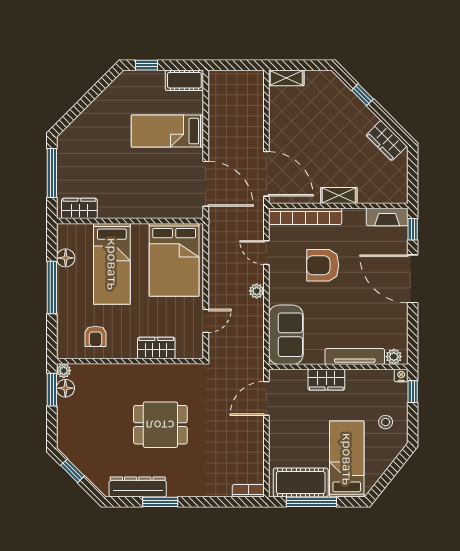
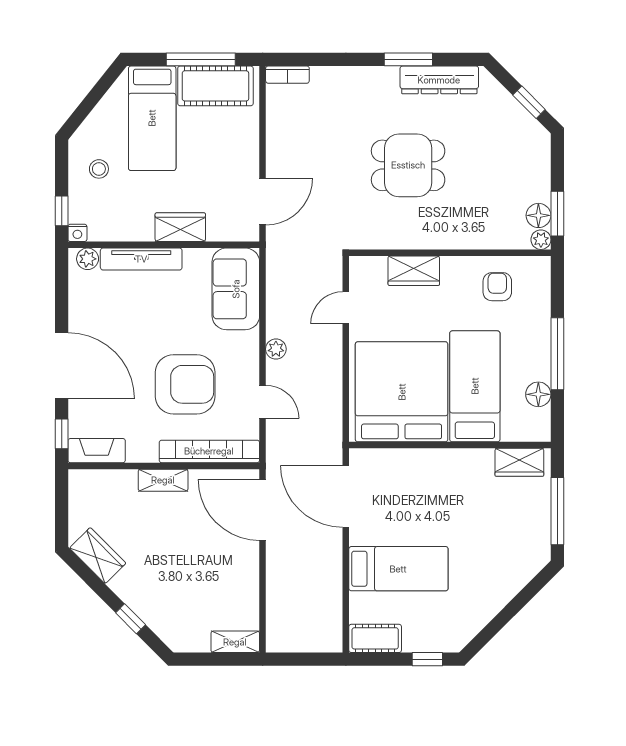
bed: (174, 260) -> (402, 392), width x1.36
armchair: (323, 265) -> (185, 384), width x1.36, depth x1.36

